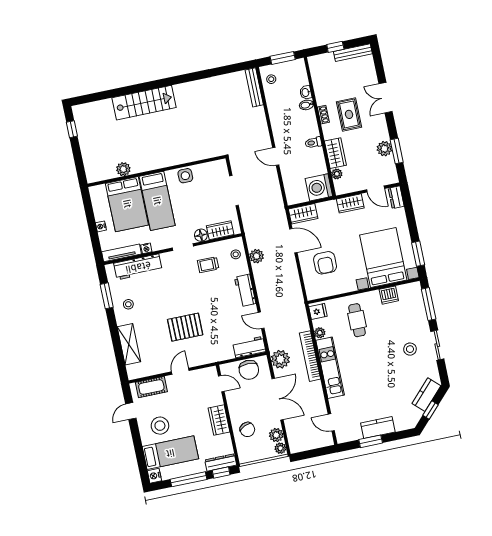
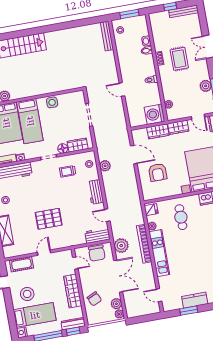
wardrobe: (335, 153) -> (168, 88), removed
wardrobe: (303, 214) -> (158, 131), moved
wardrobe: (219, 420) -> (73, 291), width x1.50

